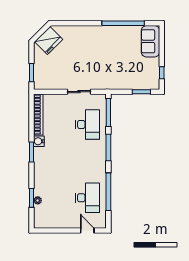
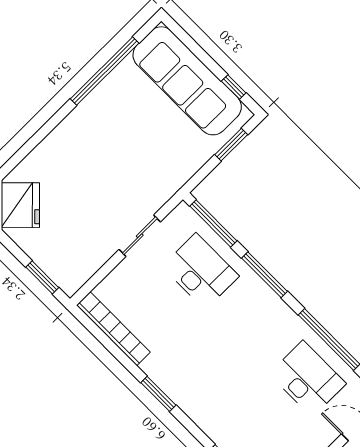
sofa: (150, 41) -> (187, 81), width x1.85, depth x1.27
water cooler: (39, 141) -> (154, 367), removed

